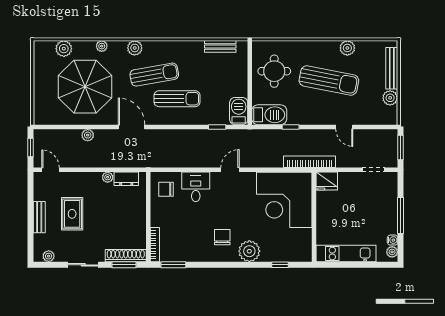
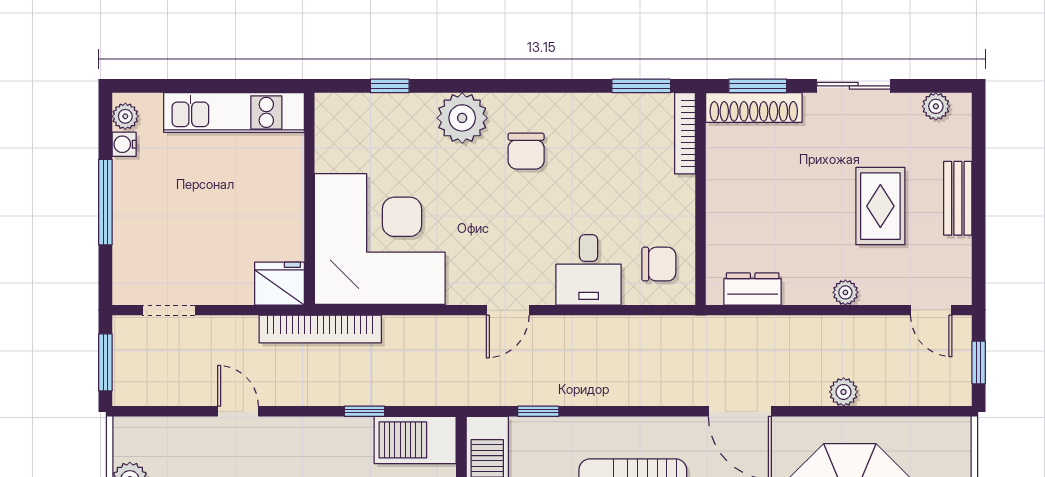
plant: (108, 177) -> (845, 292), moved

